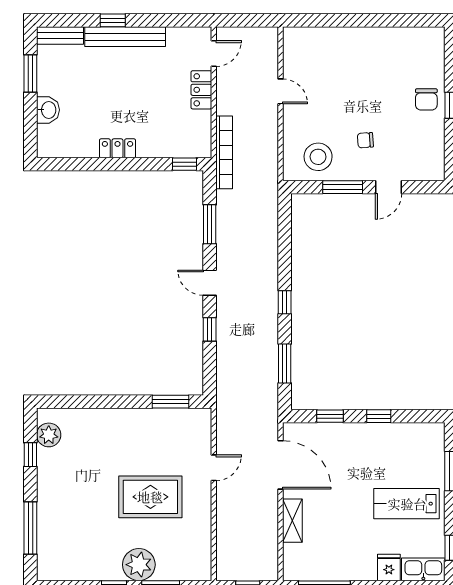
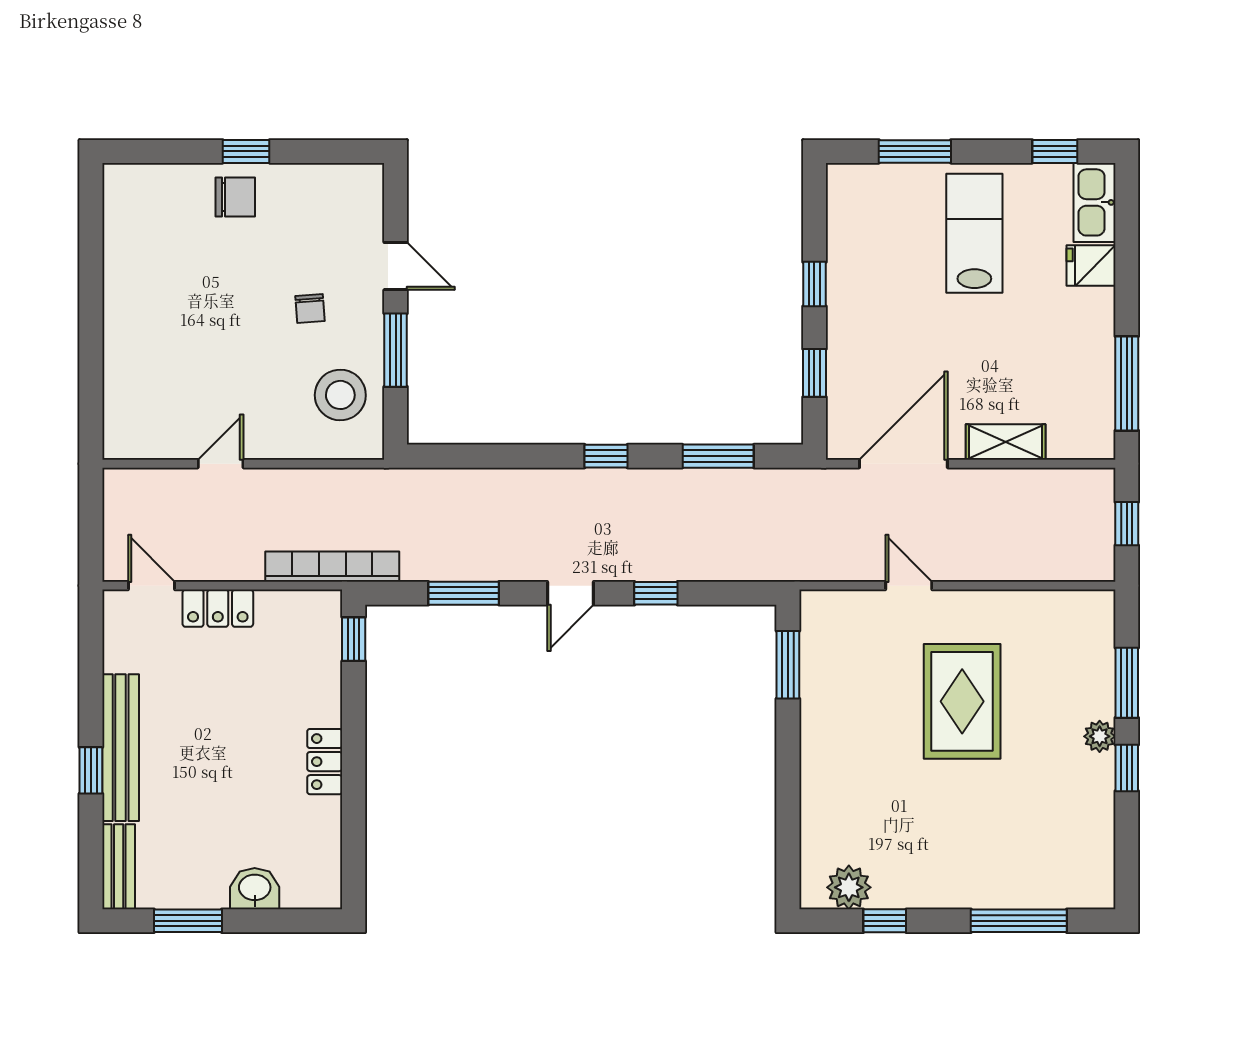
lab bench: (407, 504) -> (974, 233), turned 180
plant: (139, 565) -> (1100, 736), width x0.53, depth x0.53

